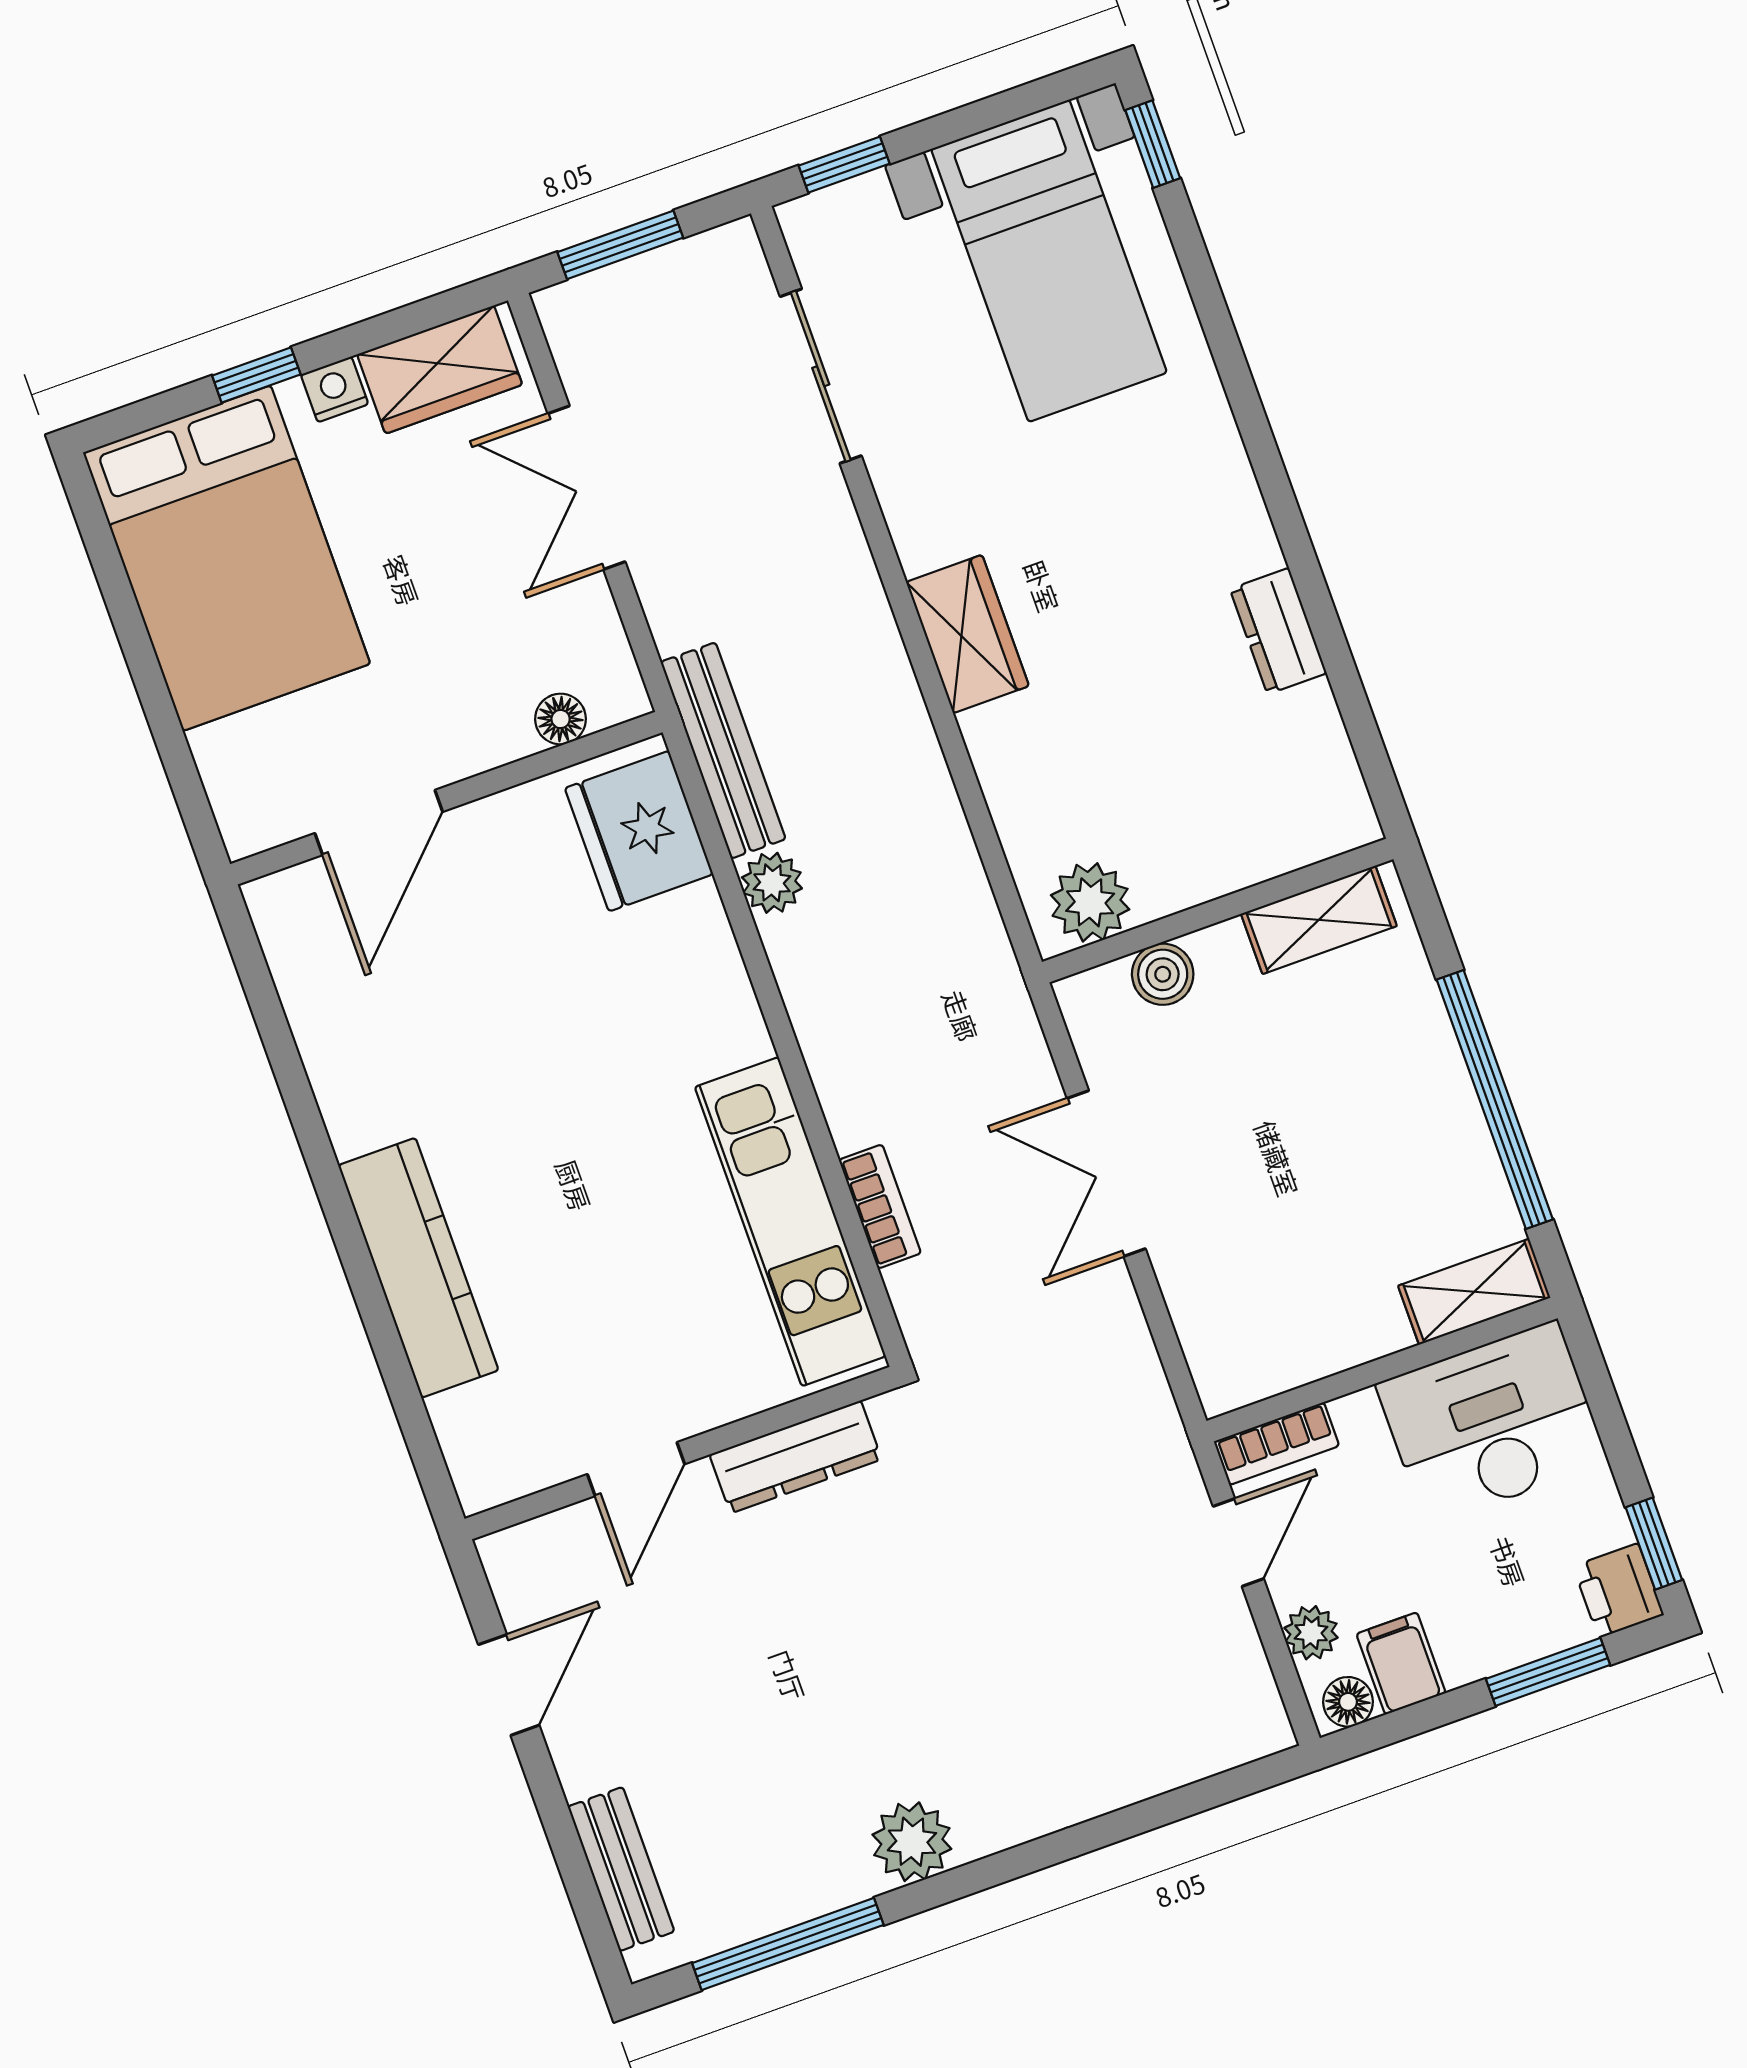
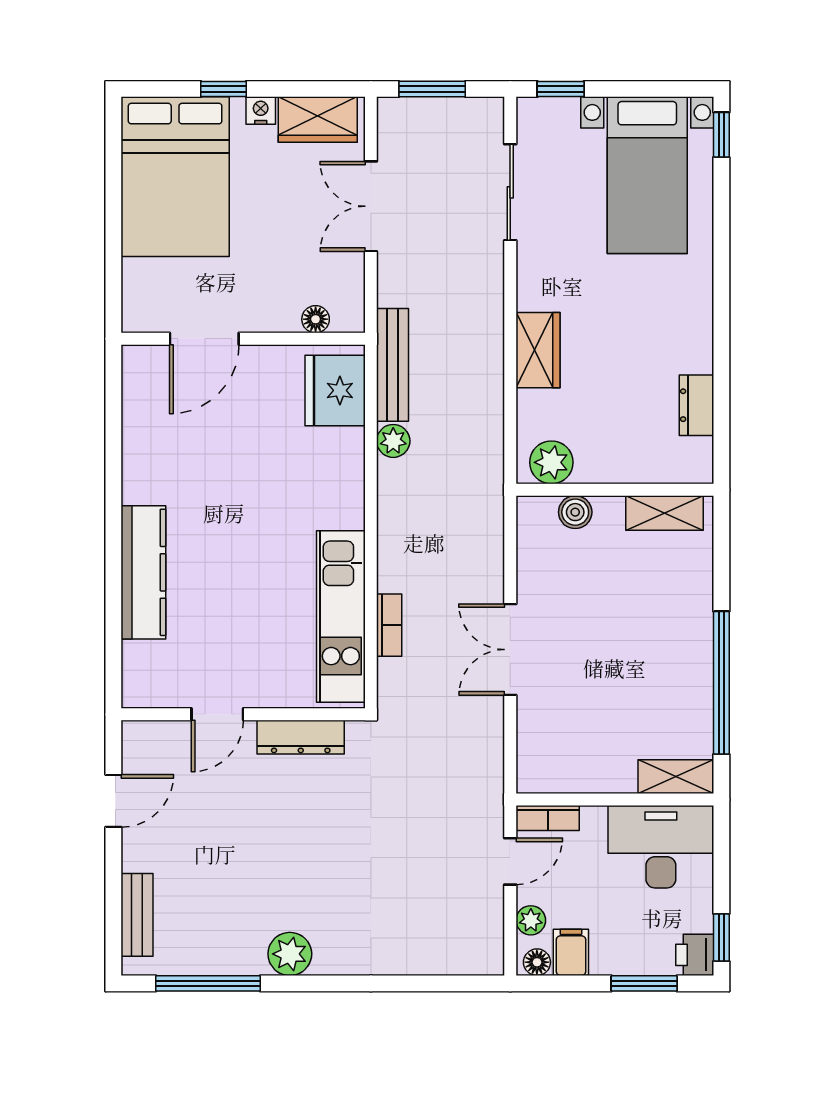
plant: (1090, 902) -> (551, 462), moved
wall: (1218, 910) -> (615, 490), moved
shelving: (1319, 920) -> (665, 513), moved
boiler: (1163, 974) -> (575, 512), moved

